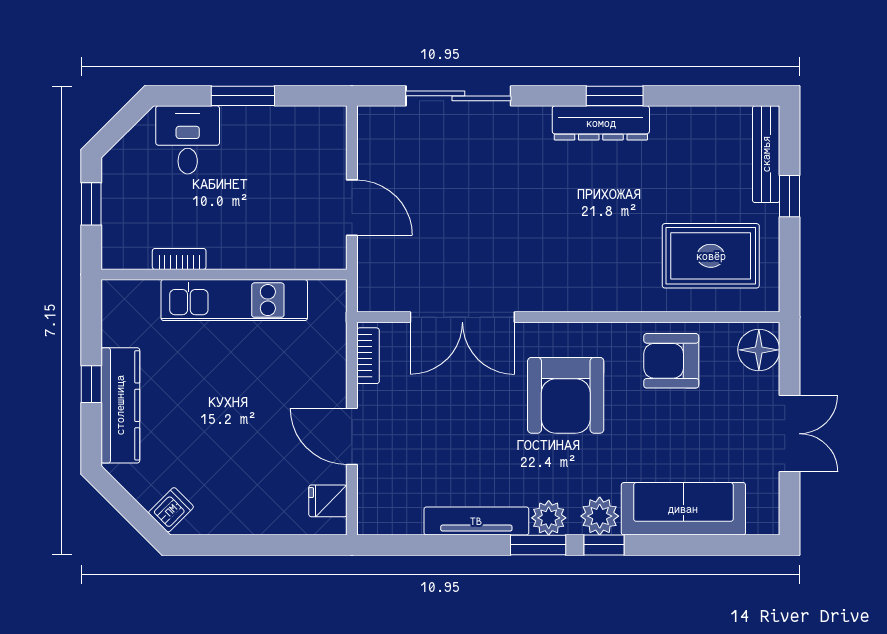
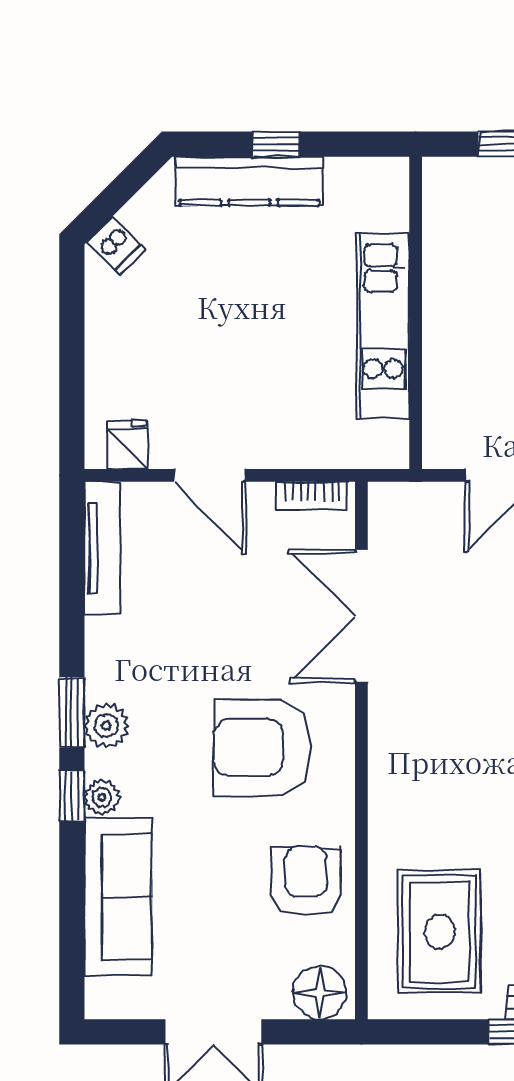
bookcase: (179, 259) -> (435, 256), removed
door: (352, 436) -> (210, 475), swing flipped
plant: (600, 516) -> (102, 797), width x0.73, depth x0.73
tv unit: (476, 521) -> (102, 548), moved

